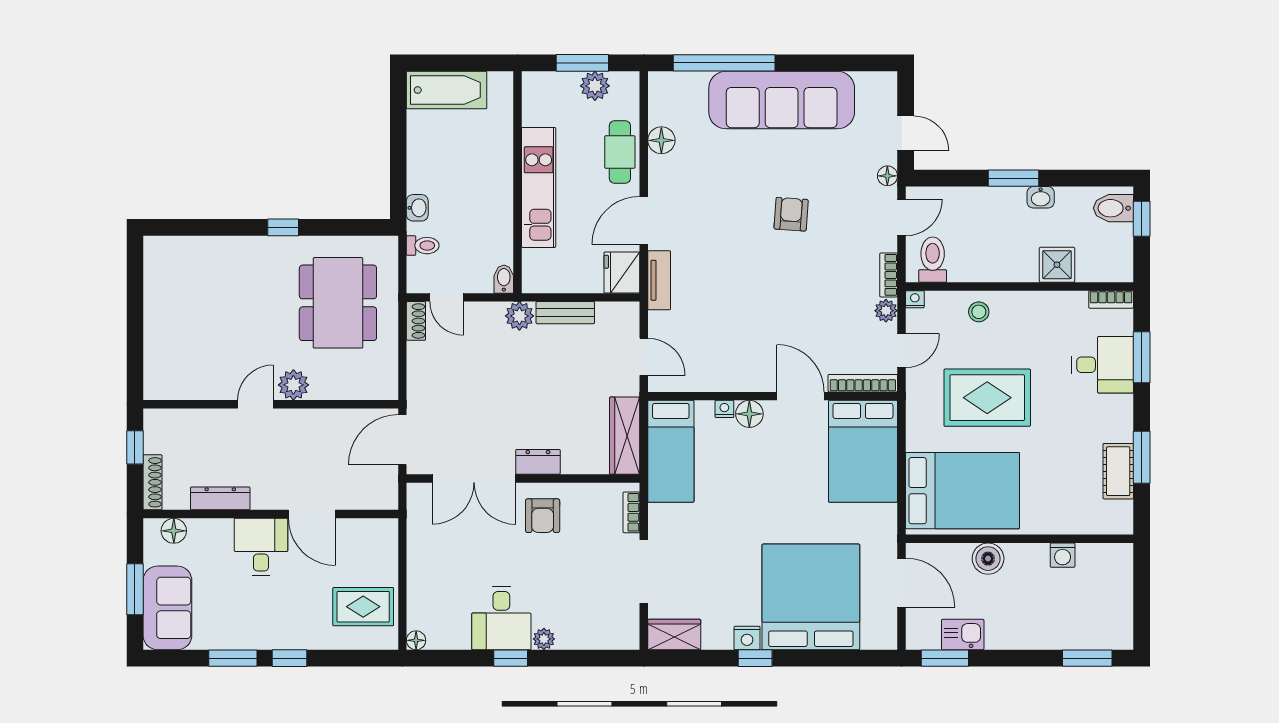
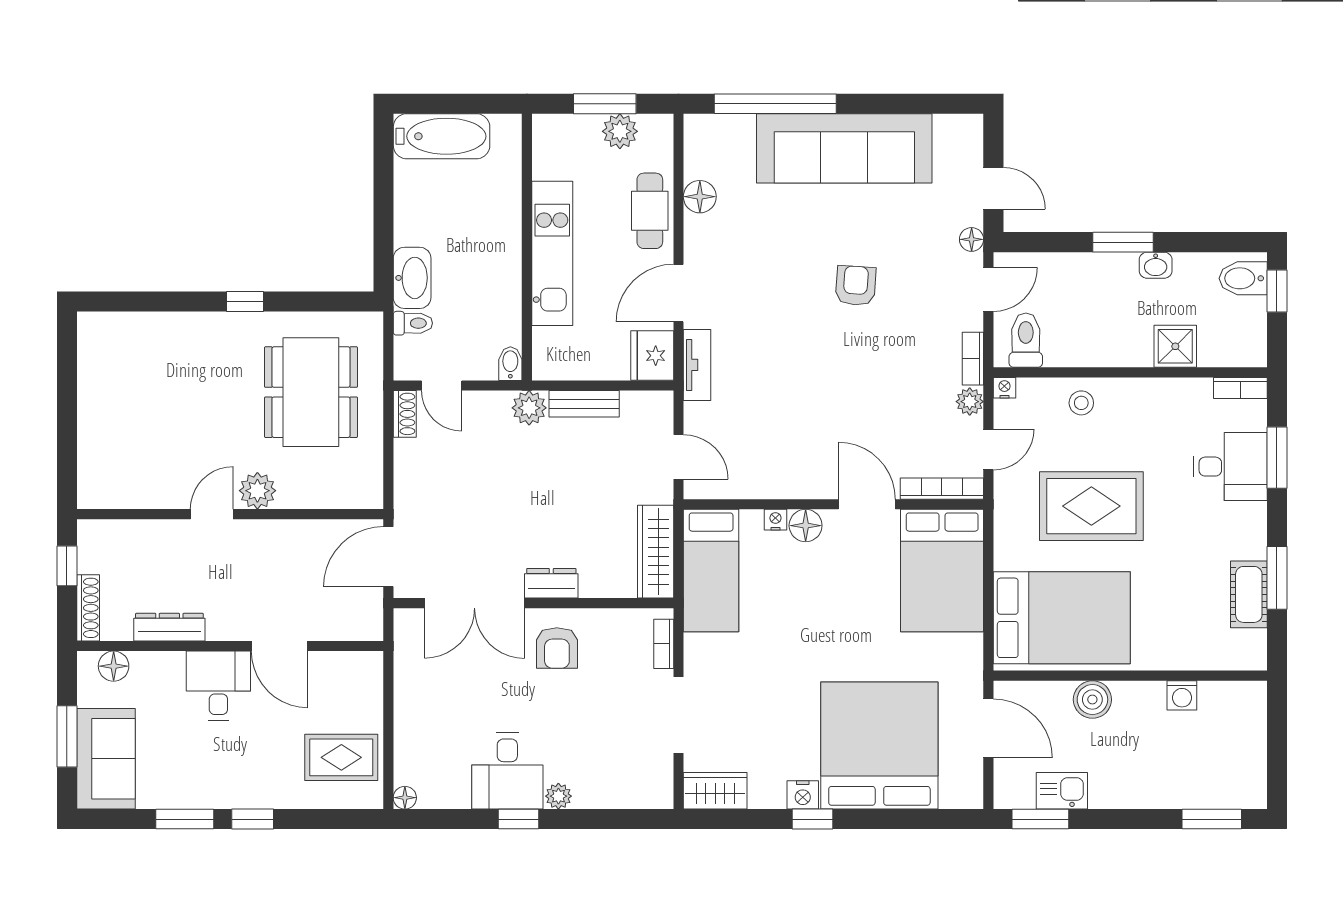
washbasin: (417, 208) -> (412, 278), width x1.91, depth x1.45

